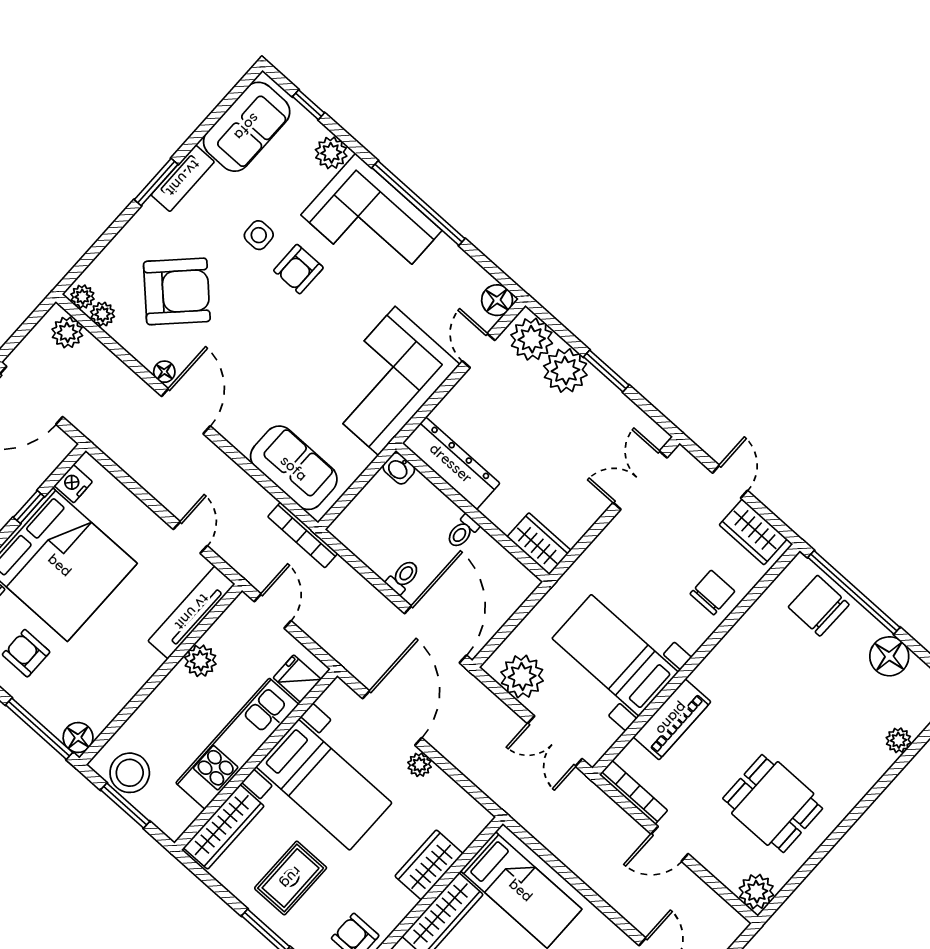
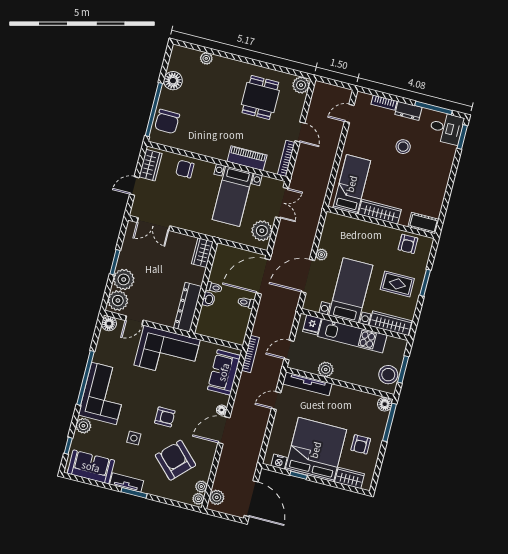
armchair: (298, 269) -> (165, 417), moved
floor lamp: (164, 372) -> (222, 410), moved
washbasin: (399, 468) -> (209, 299), moved
wardrobe: (429, 865) -> (361, 229), removed

